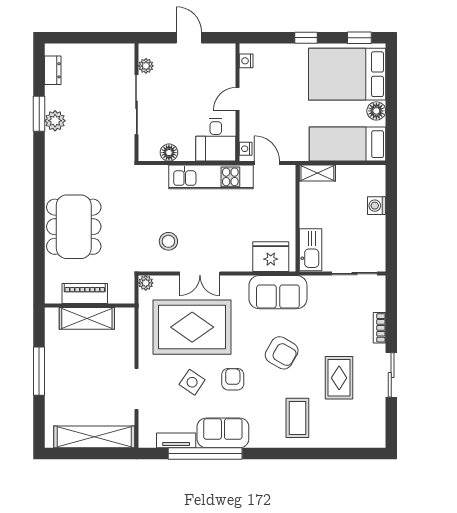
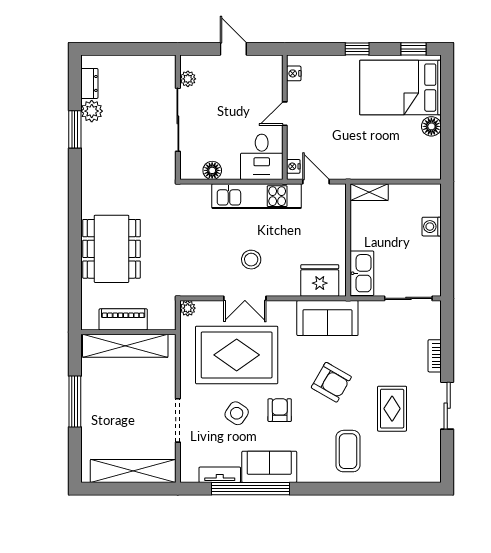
plant: (55, 121) -> (92, 111), moved
bed: (348, 144) -> (401, 161), removed
stool: (168, 241) -> (251, 260), moved
shelving: (87, 318) -> (125, 346), width x1.47

